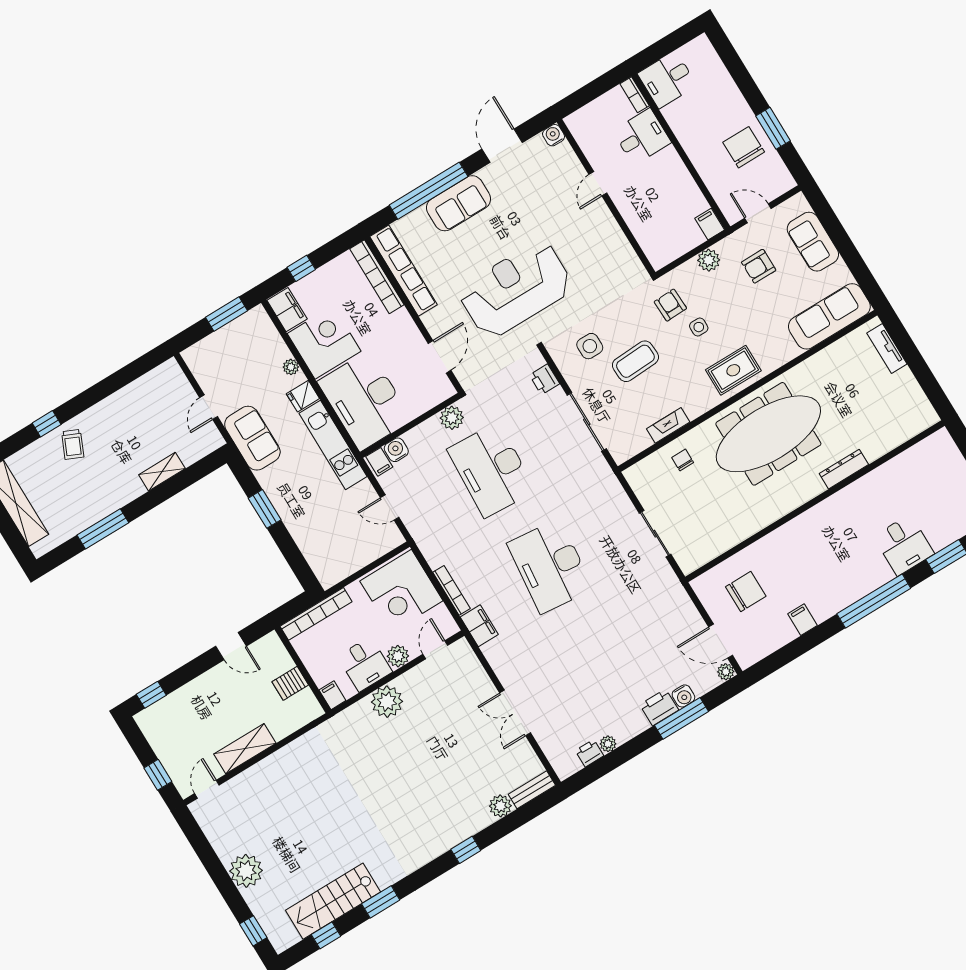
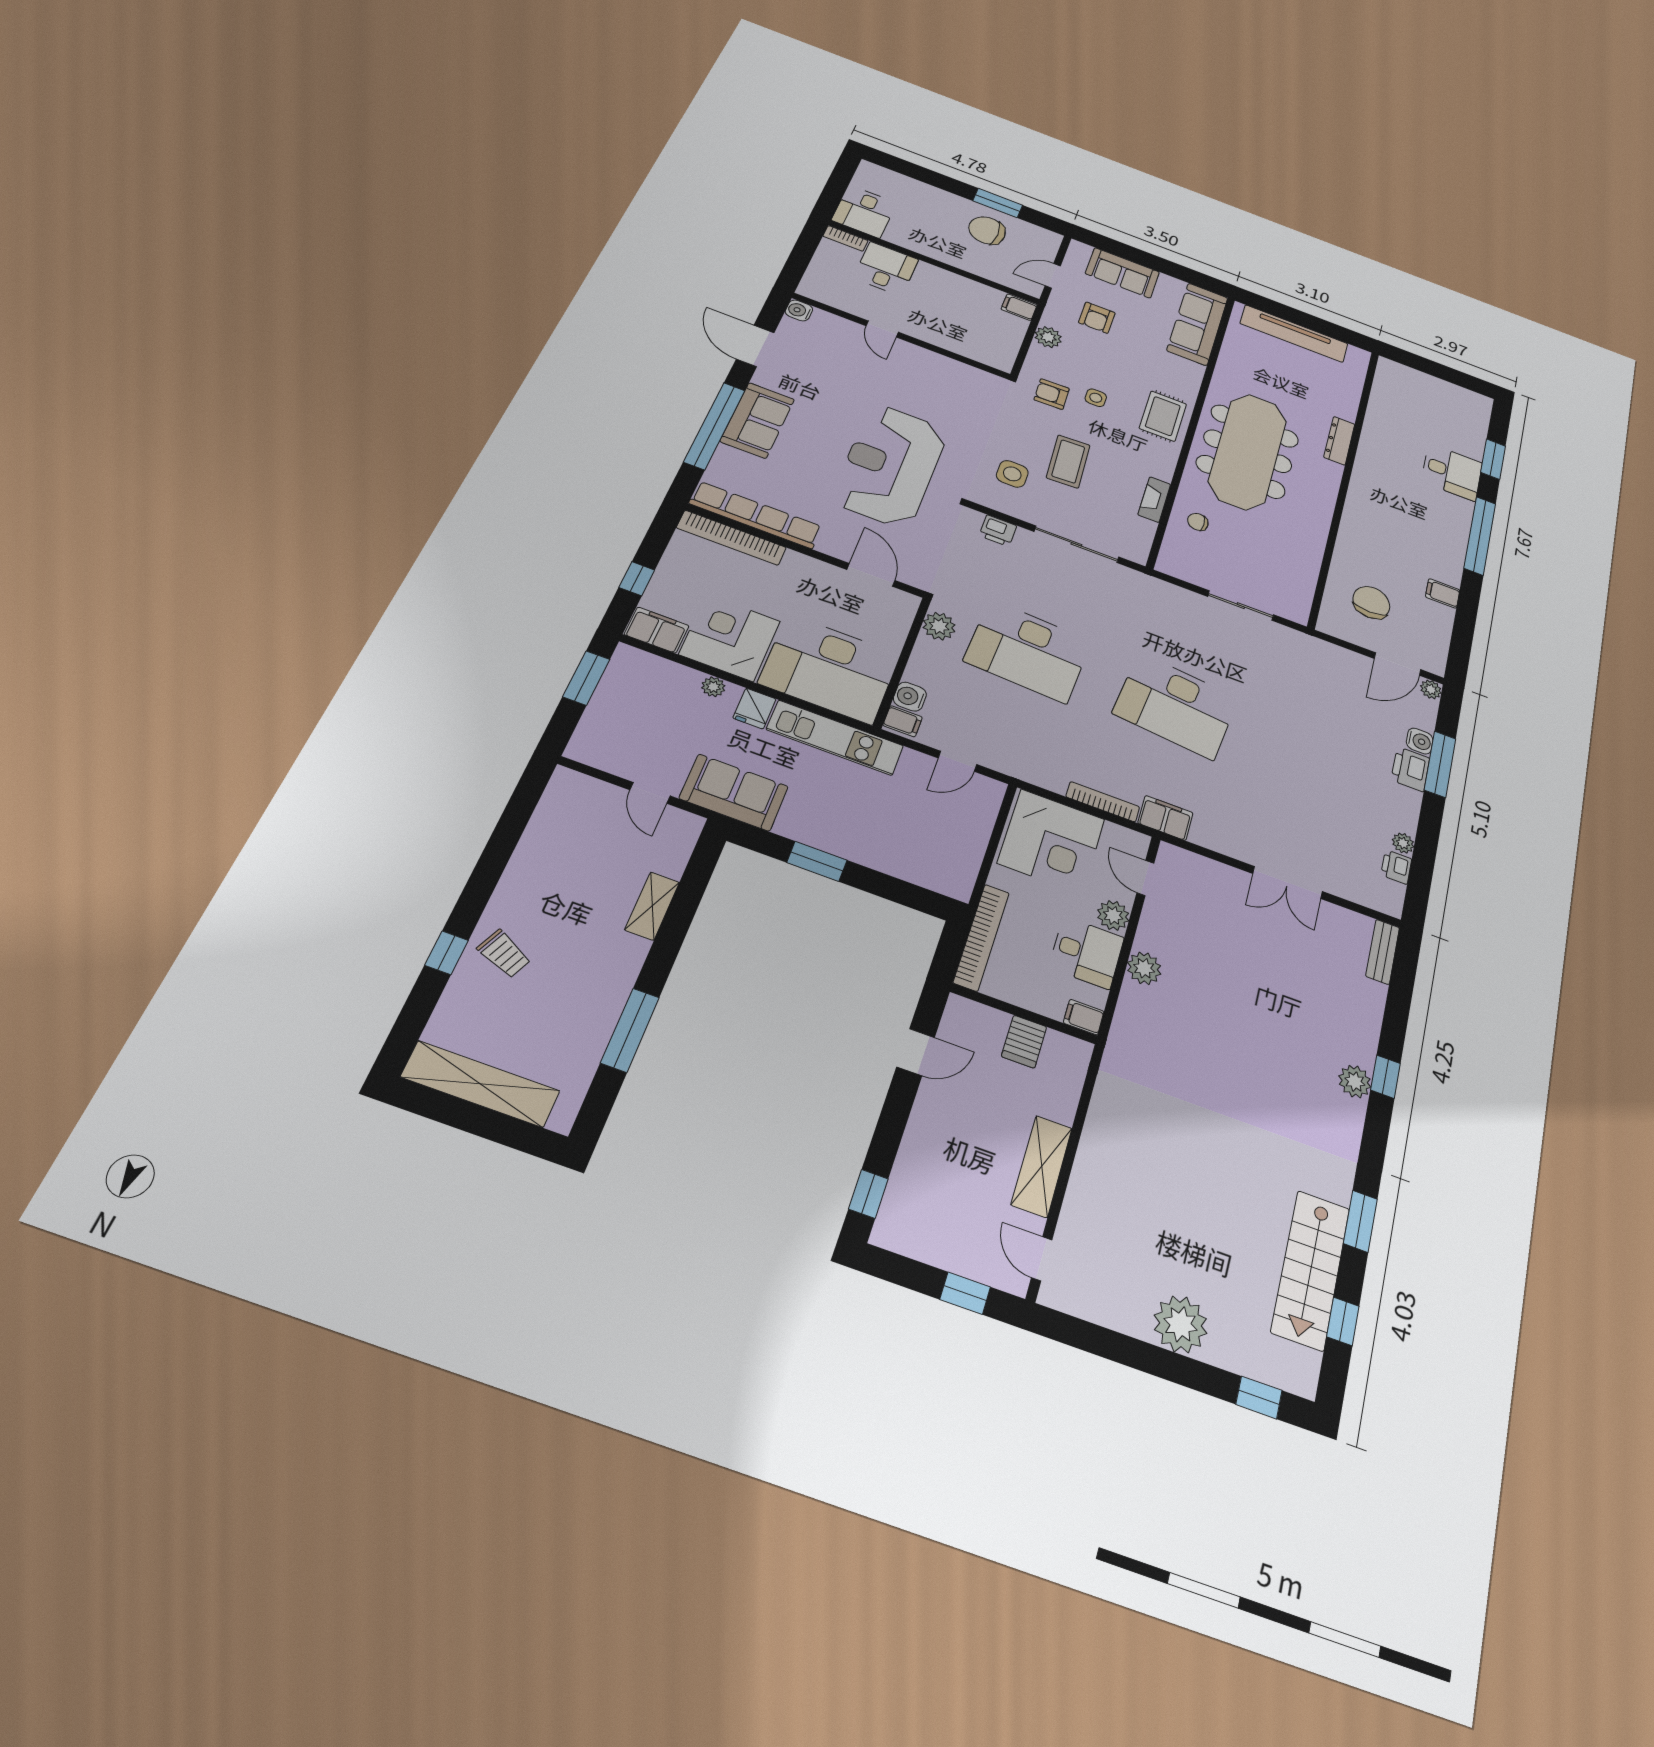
tv unit: (887, 348) -> (1294, 334), width x1.92, depth x1.29
plant: (387, 702) -> (1144, 968), width x0.73, depth x0.73
plant: (500, 806) -> (1355, 1082), moved

